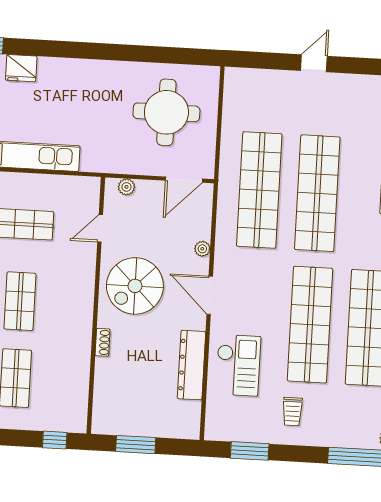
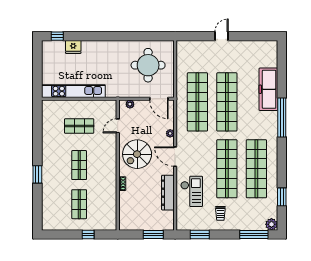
door: (184, 180) -> (159, 99), hinge flipped
window: (55, 440) -> (88, 235), moved
window: (136, 445) -> (153, 235), moved

